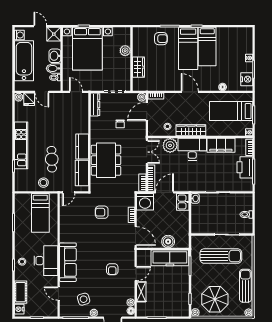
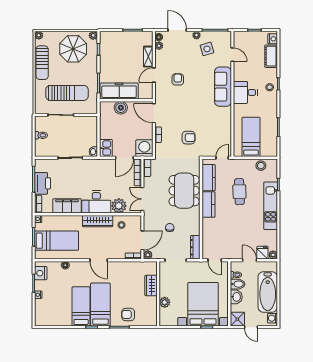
stool: (43, 183) -> (261, 166), moved
sun lounger: (221, 256) -> (67, 93), turned 180
desk: (46, 261) -> (245, 92), width x0.73

